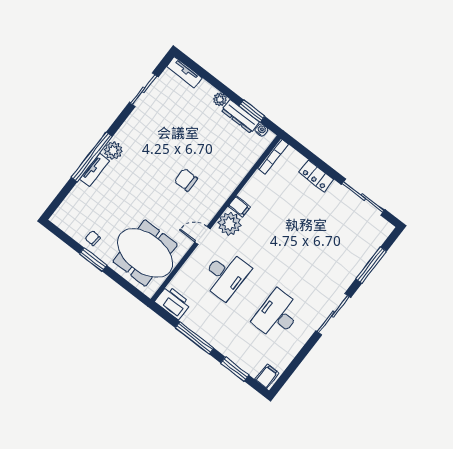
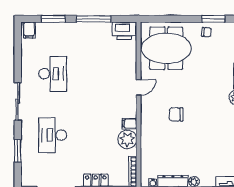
chair: (186, 180) -> (176, 114), turned 180
plant: (229, 224) -> (127, 139), moved
window: (93, 260) -> (214, 19), moved
window: (371, 265) -> (18, 151), width x0.69
desk: (226, 275) -> (53, 135), moved

